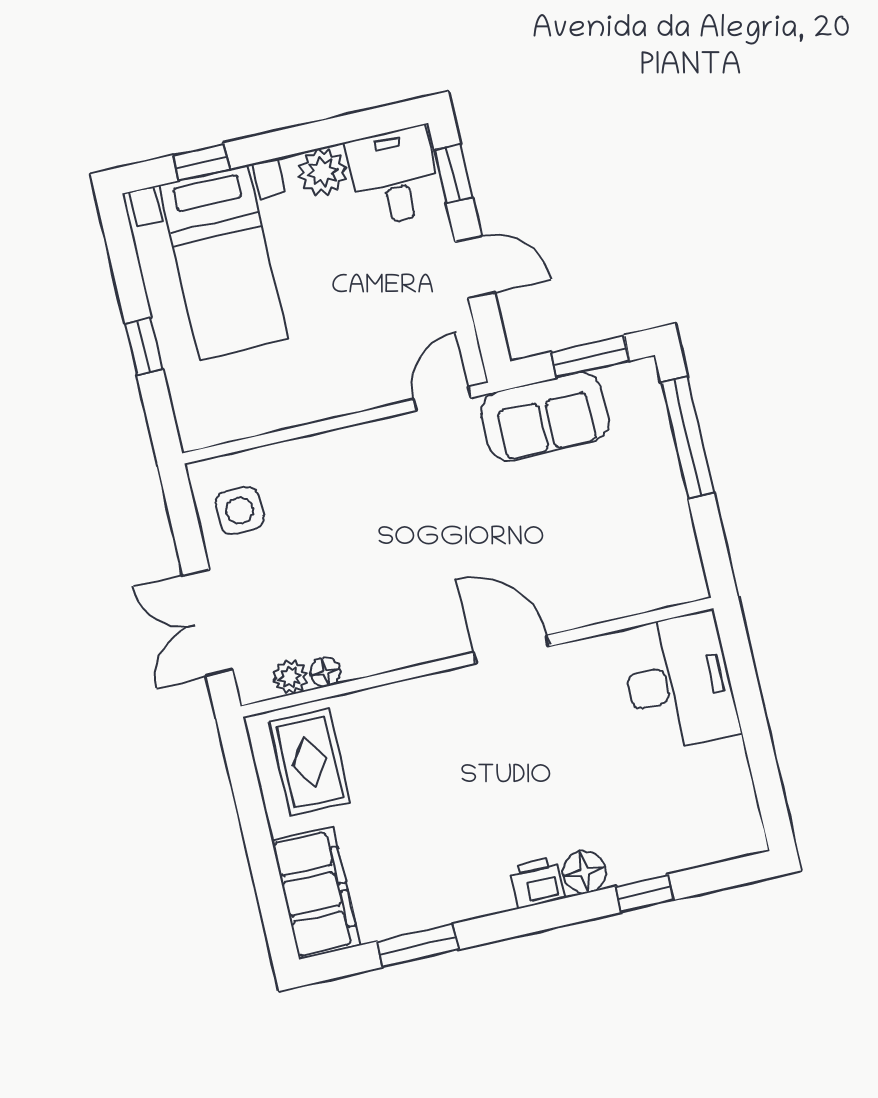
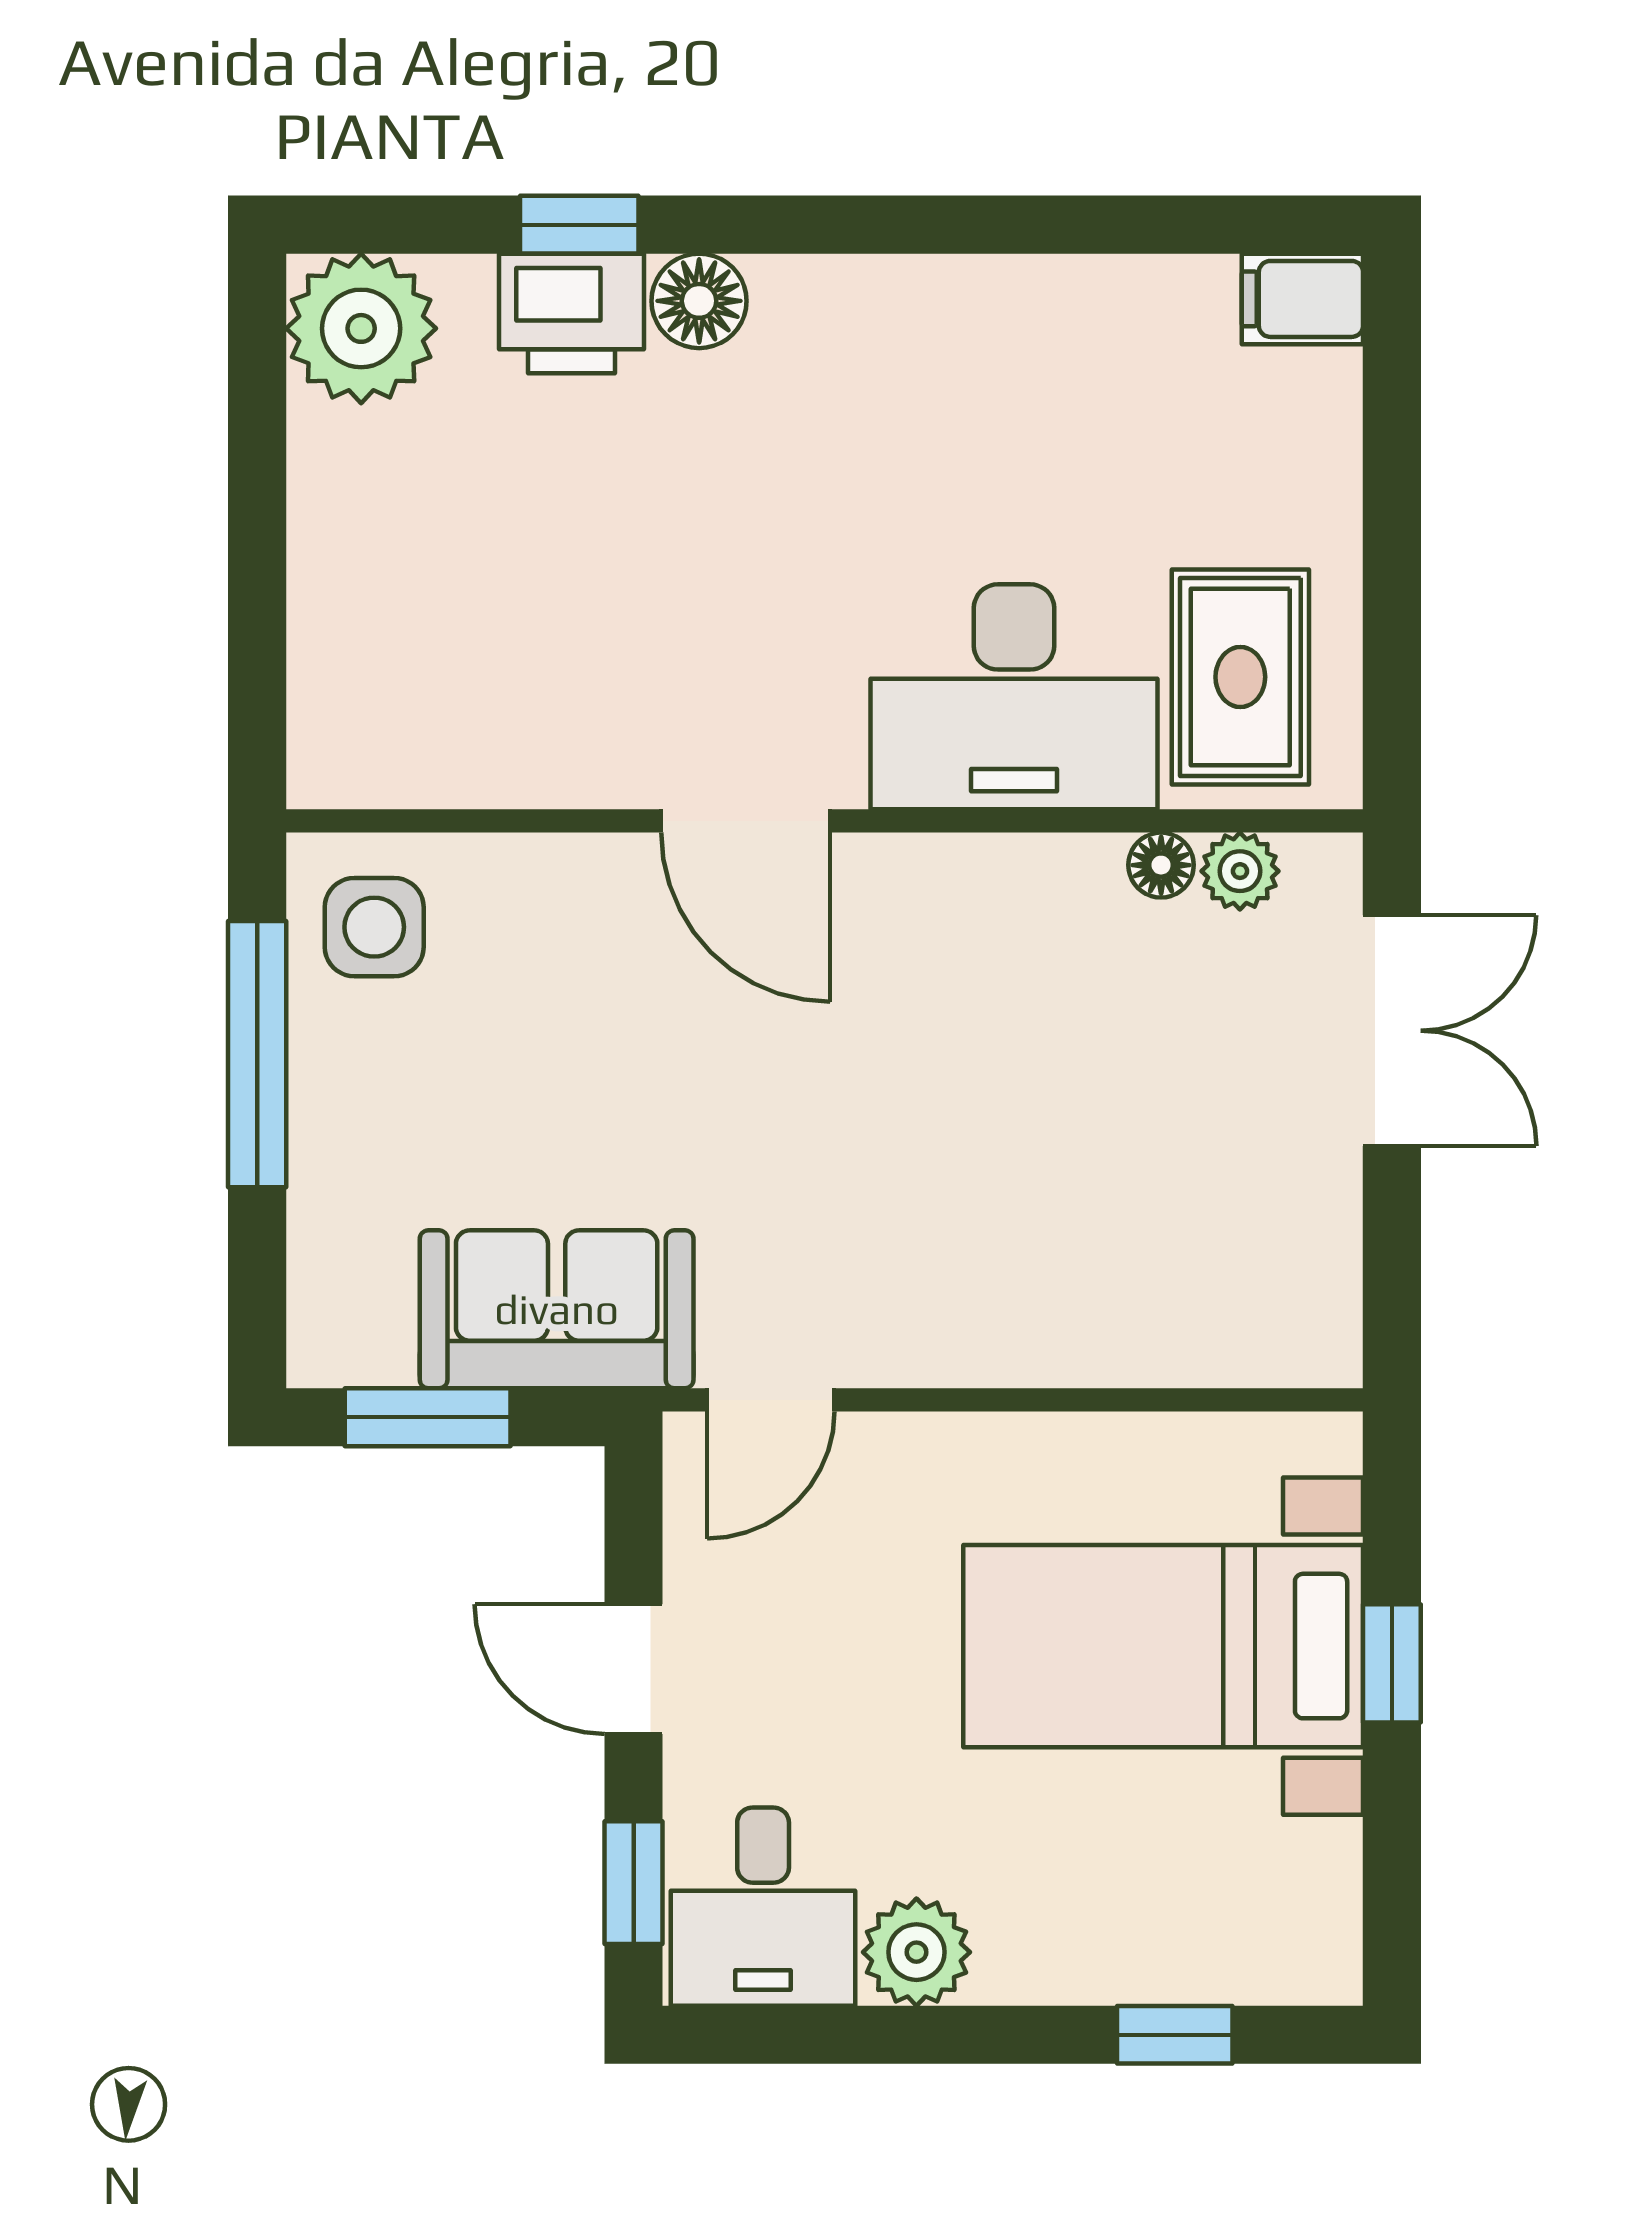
bed with nightstands: (223, 262) -> (1163, 1646), moved, turned -90
window: (688, 438) -> (257, 1054), moved
side table: (240, 511) -> (374, 927), moved
desk: (679, 682) -> (1014, 697), moved, turned -90
plant: (729, 826) -> (361, 328), added
printer: (537, 882) -> (572, 313), moved, width x1.36, depth x1.24
filing cabinet: (316, 893) -> (1302, 299), width x0.33, depth x0.86
window: (418, 946) -> (1098, 225), removed

